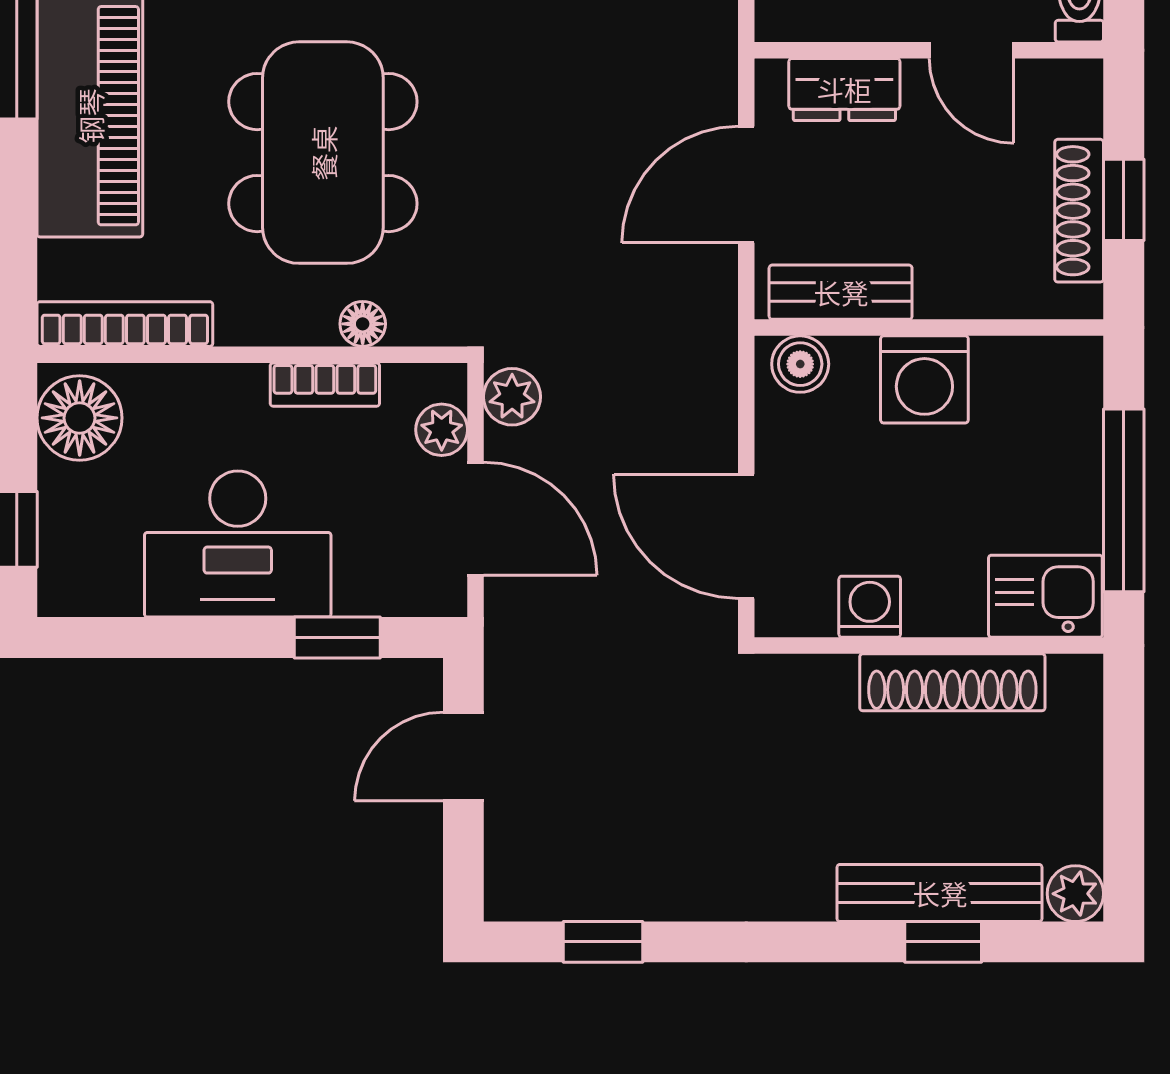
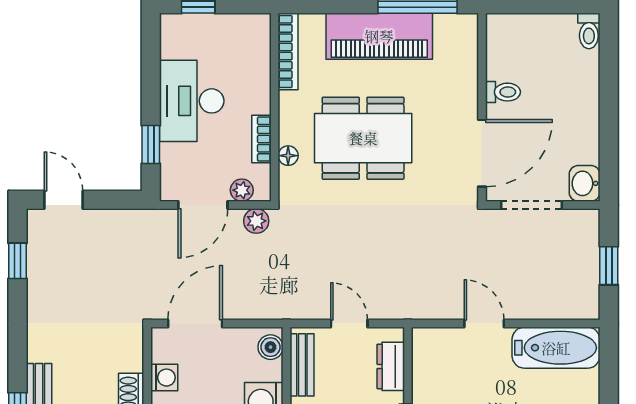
door: (746, 185) -> (349, 323), width x0.73
floor lamp: (80, 418) -> (247, 32), removed
door: (463, 757) -> (63, 200), moved

